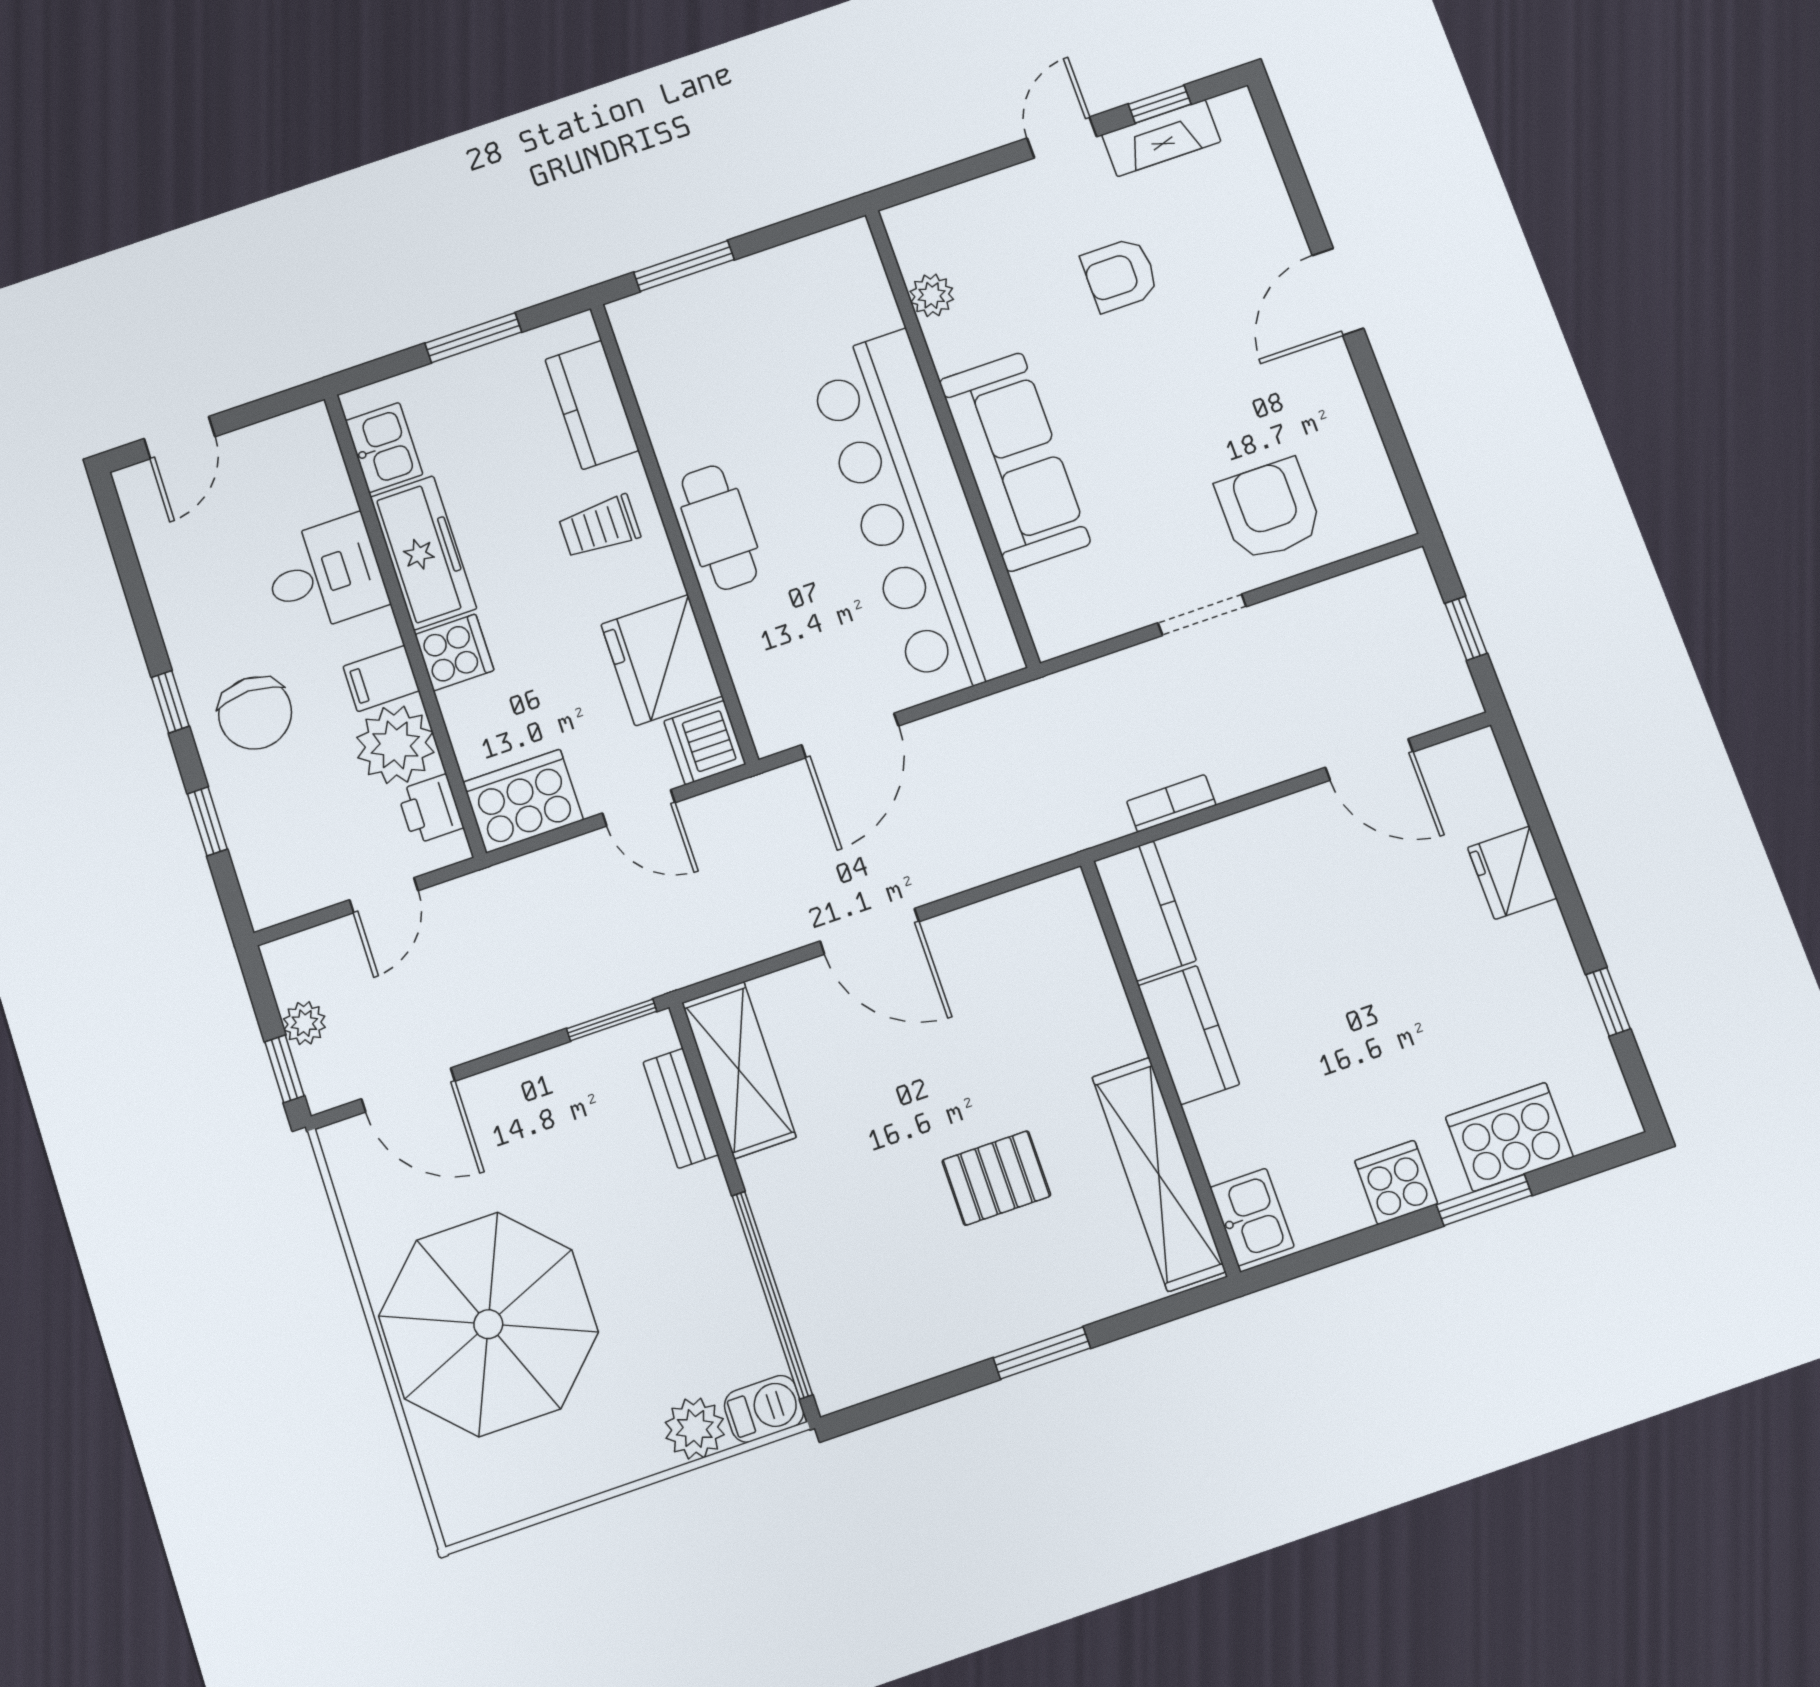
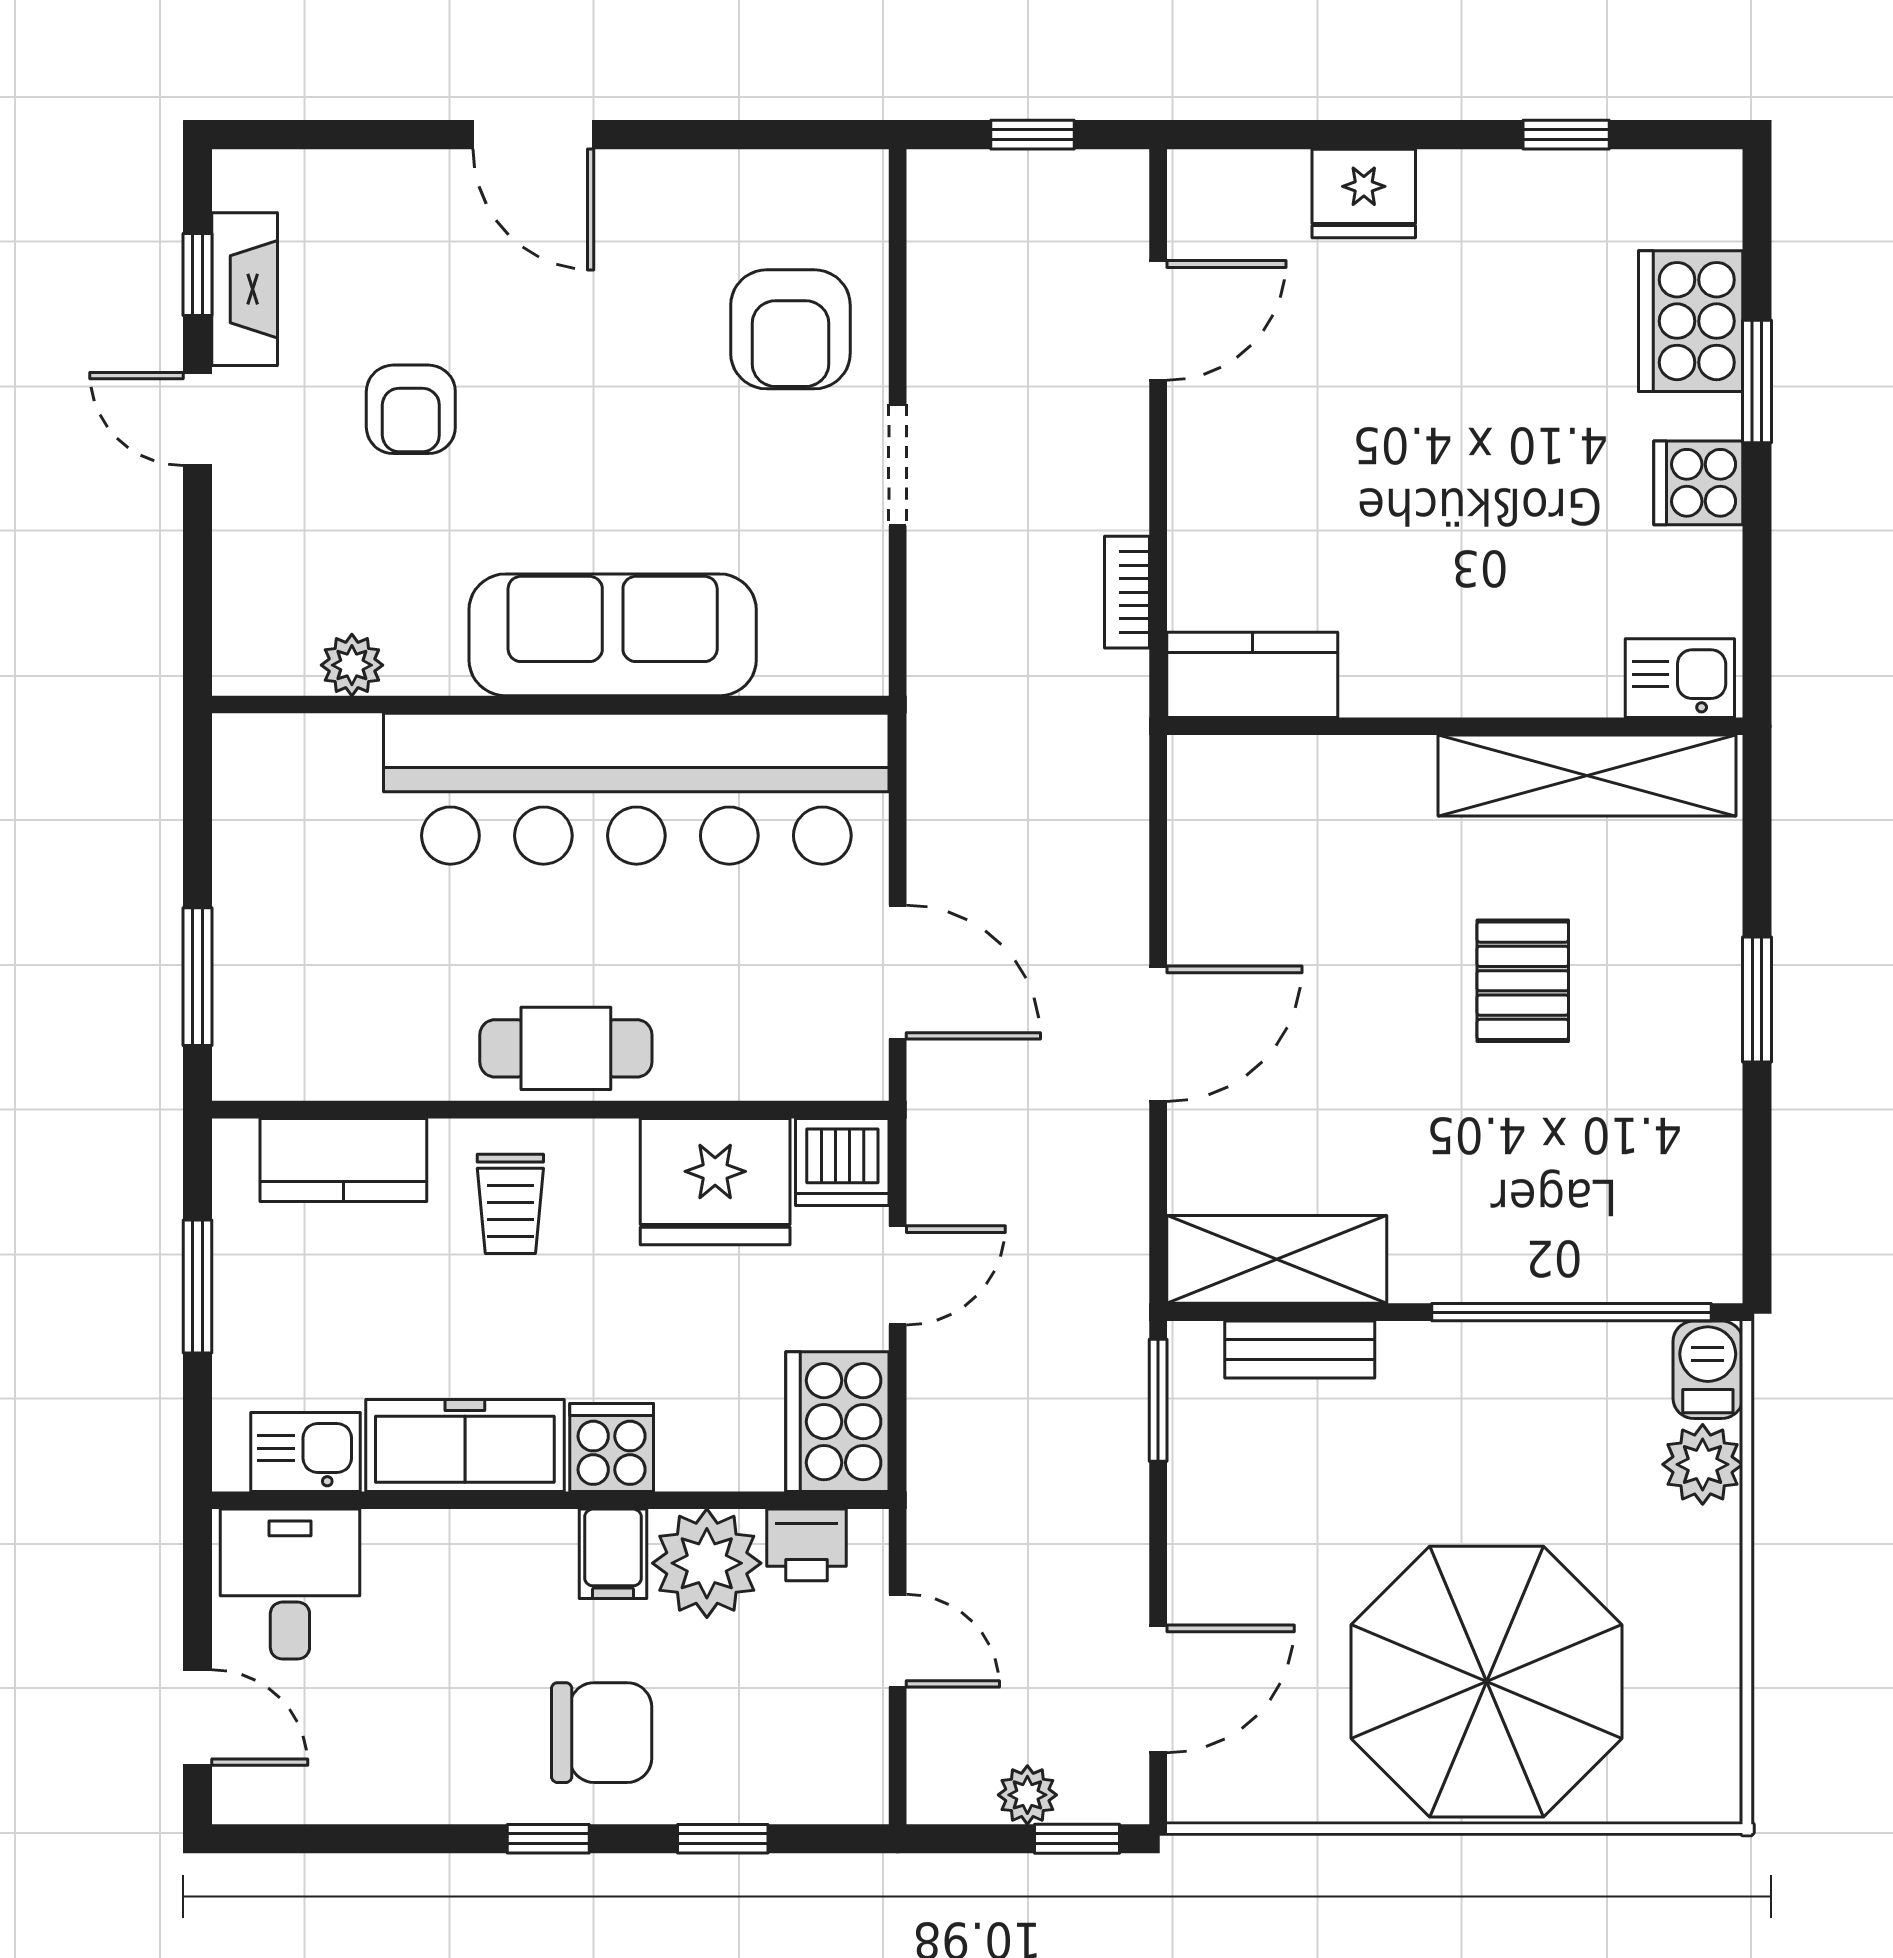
armchair: (1269, 510) -> (790, 329), turned -90
desk: (325, 575) -> (290, 1584), moved
kitchen counter: (1189, 1035) -> (1427, 676), removed

